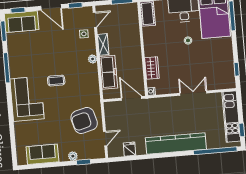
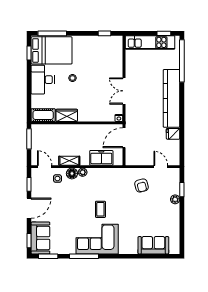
floor lamp: (90, 48) -> (72, 173), added
wardrobe: (152, 68) -> (67, 115), moved
freezer: (108, 72) -> (101, 158), width x0.71
double door: (193, 93) -> (124, 91), moved
corner sofa: (27, 99) -> (97, 239), moved
armchair: (84, 120) -> (142, 185), width x0.53, depth x0.53
fridge: (129, 149) -> (173, 134), moved
sofa: (42, 154) -> (153, 245), moved, turned 90

